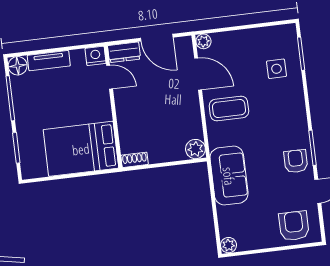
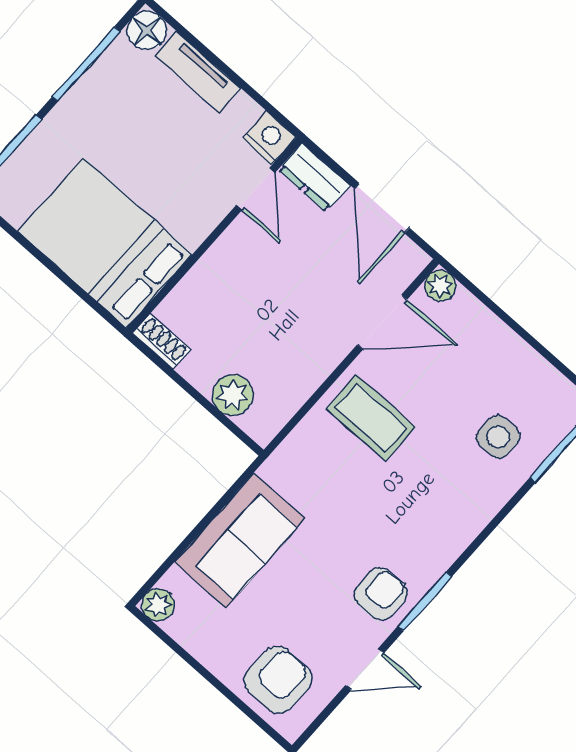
door: (198, 74) -> (382, 322), hinge flipped
plant: (195, 149) -> (233, 395), moved
sofa: (229, 176) -> (240, 541), moved

